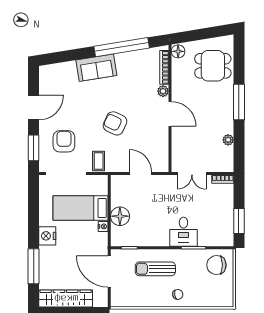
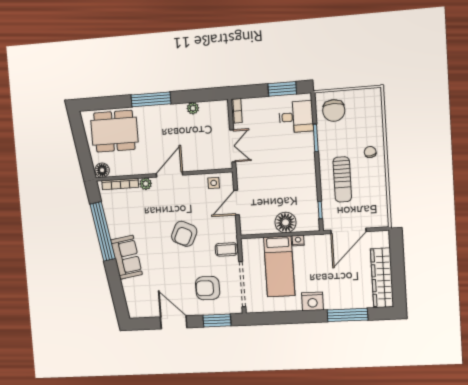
dining table: (213, 66) -> (114, 131), width x1.38
side table: (160, 154) -> (214, 183), added
desk: (183, 232) -> (296, 117), moved

